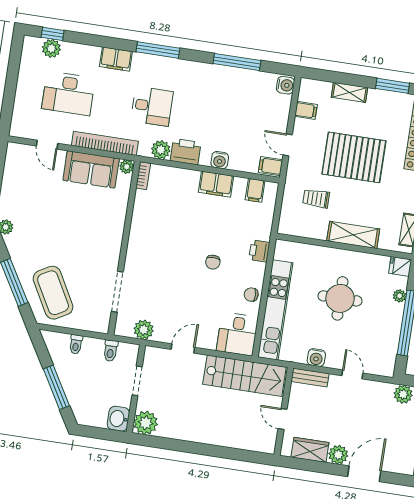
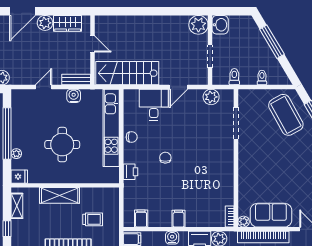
filing cabinet: (216, 184) -> (179, 219), width x0.50
desk: (237, 334) -> (154, 105), moved
door: (352, 374) -> (44, 87), swing flipped

